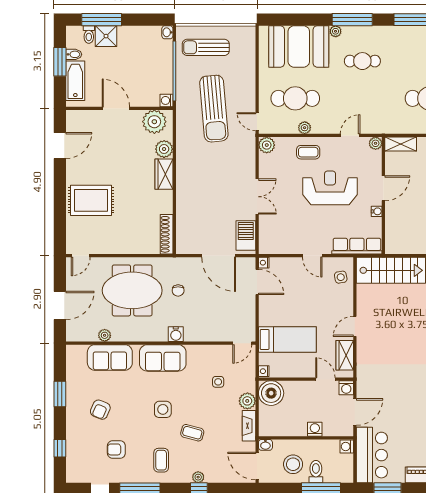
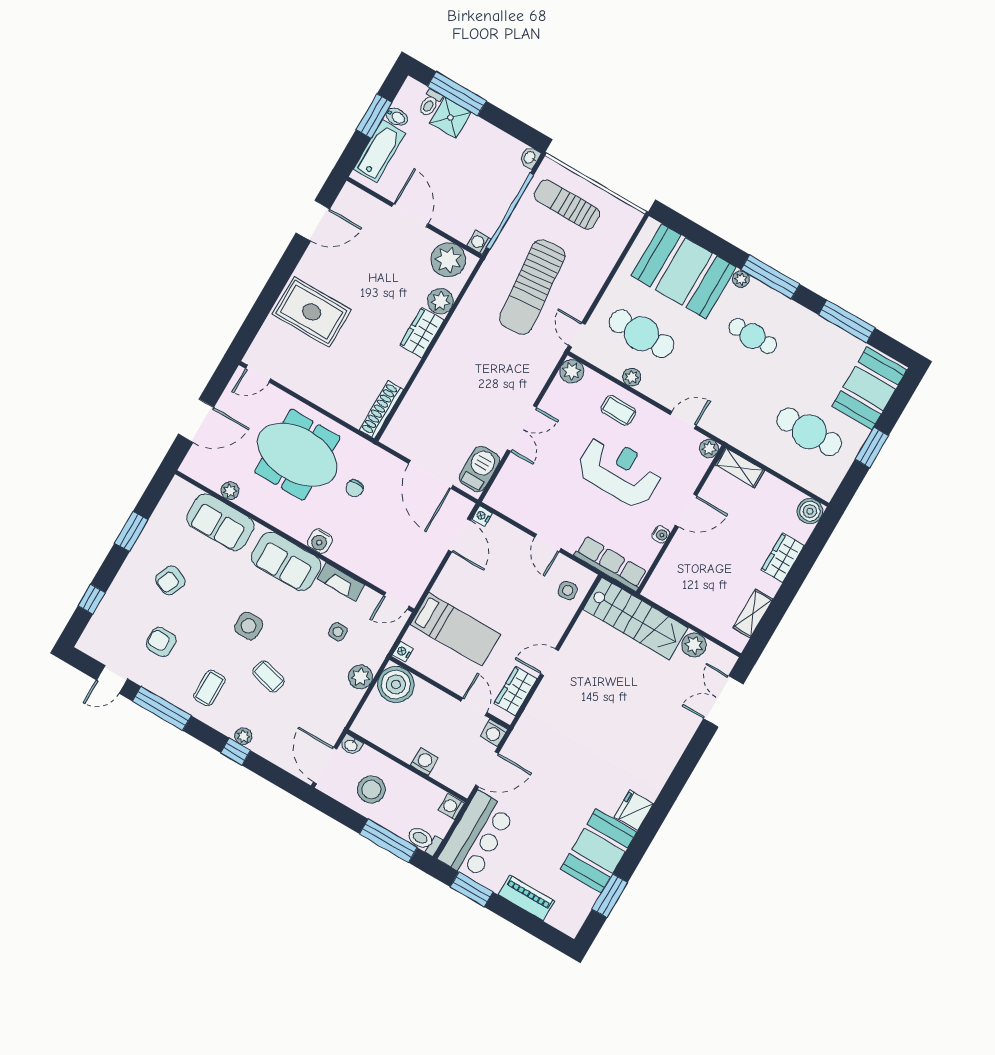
fireplace: (249, 426) -> (341, 582), moved, turned -90
toilet: (316, 472) -> (424, 840), moved, turned -90

